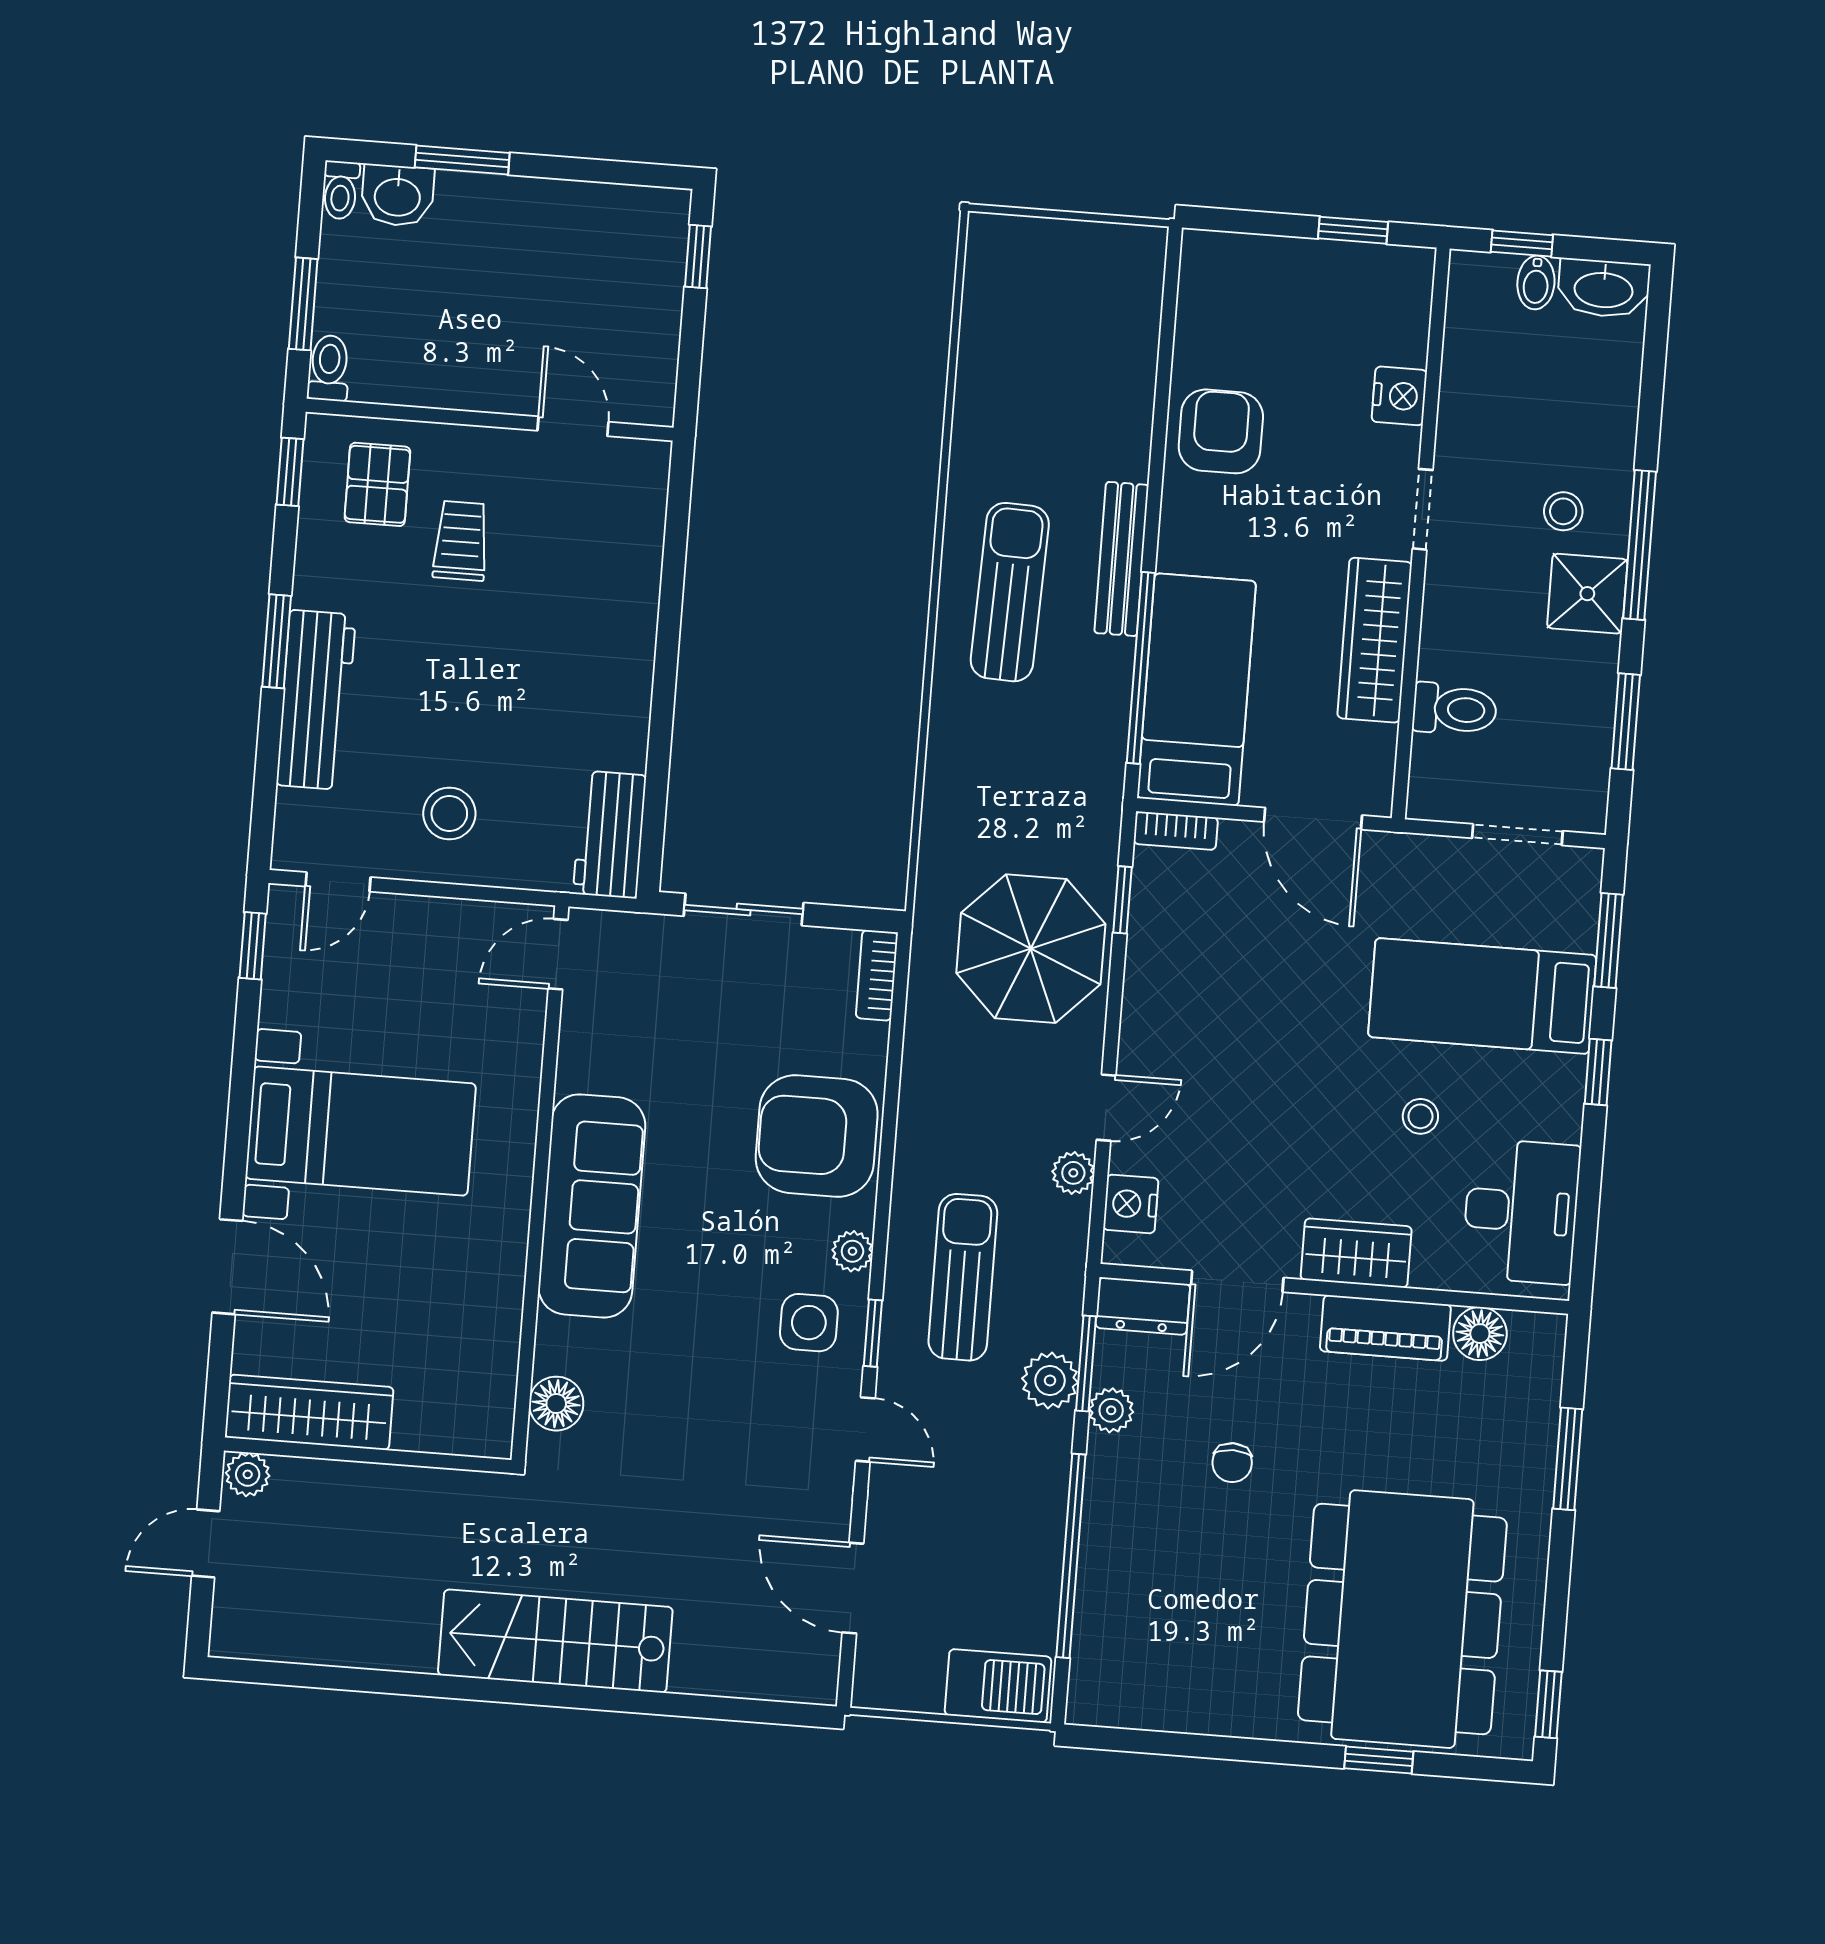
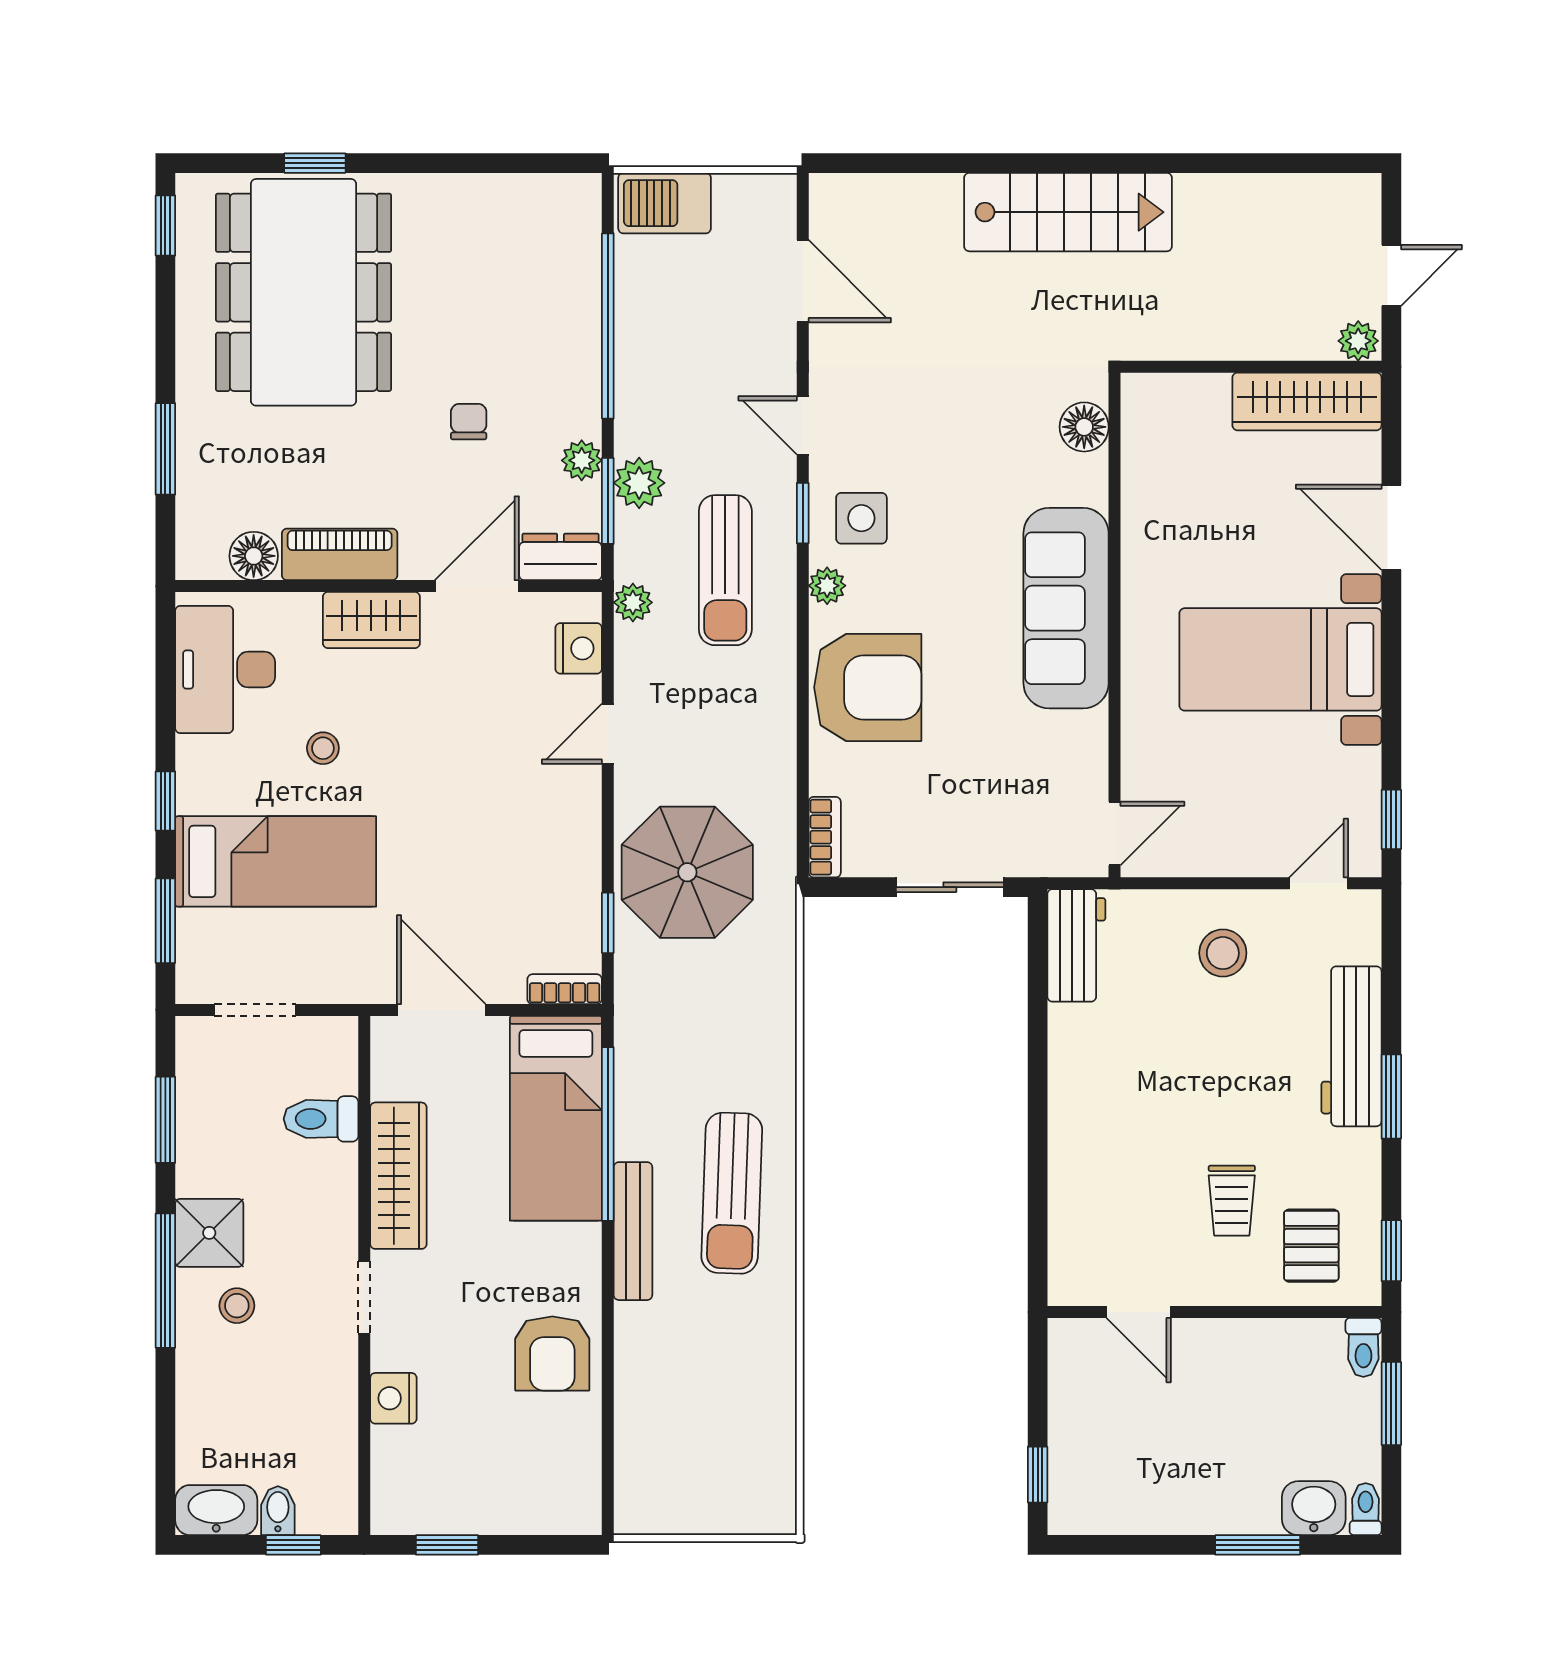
plant: (1073, 1173) -> (633, 602), moved

